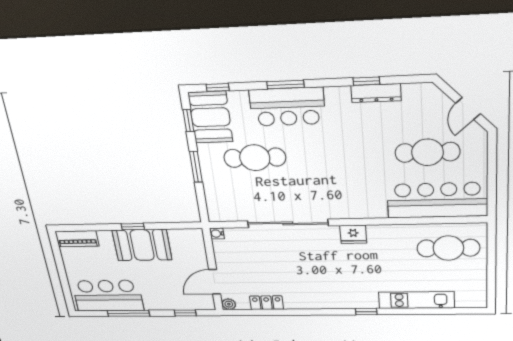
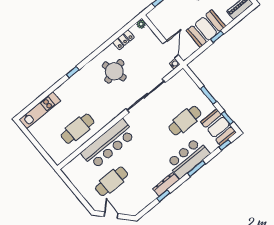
dresser: (376, 93) -> (166, 184), moved
bar counter: (437, 200) -> (108, 144), moved
fridge: (353, 234) -> (112, 113), removed
cafe table: (448, 248) -> (78, 129), moved
round table: (309, 278) -> (114, 71), added
door: (215, 282) -> (171, 49), moved
kitchen unit: (416, 300) -> (40, 110), moved

